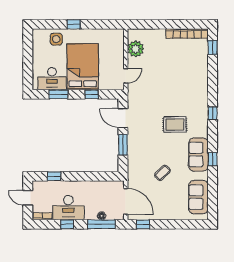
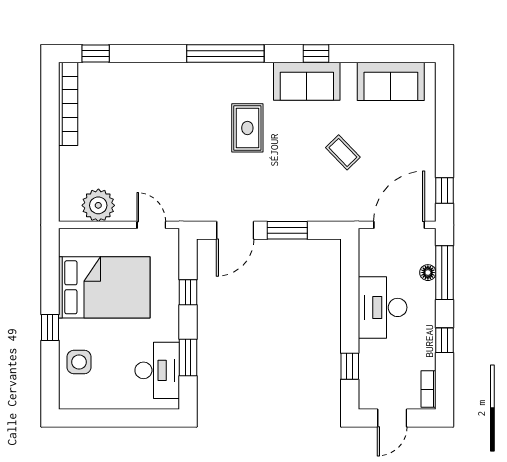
bed: (83, 67) -> (104, 287), moved, turned 180
window: (213, 113) -> (225, 54), width x3.17
desk: (68, 208) -> (383, 307), moved, turned 180

